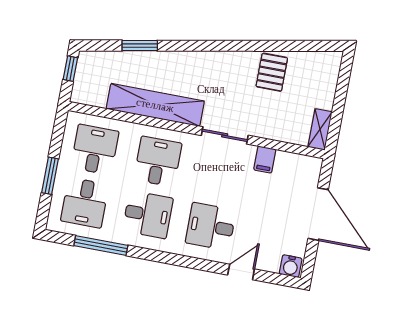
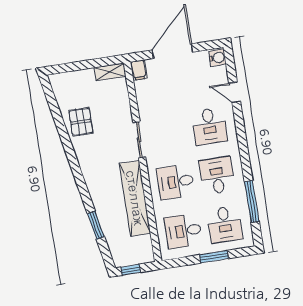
pallet: (272, 72) -> (81, 122), turned 90
filing cabinet: (265, 160) -> (139, 70), moved, turned 90
desk: (85, 203) -> (225, 224), turned 90

